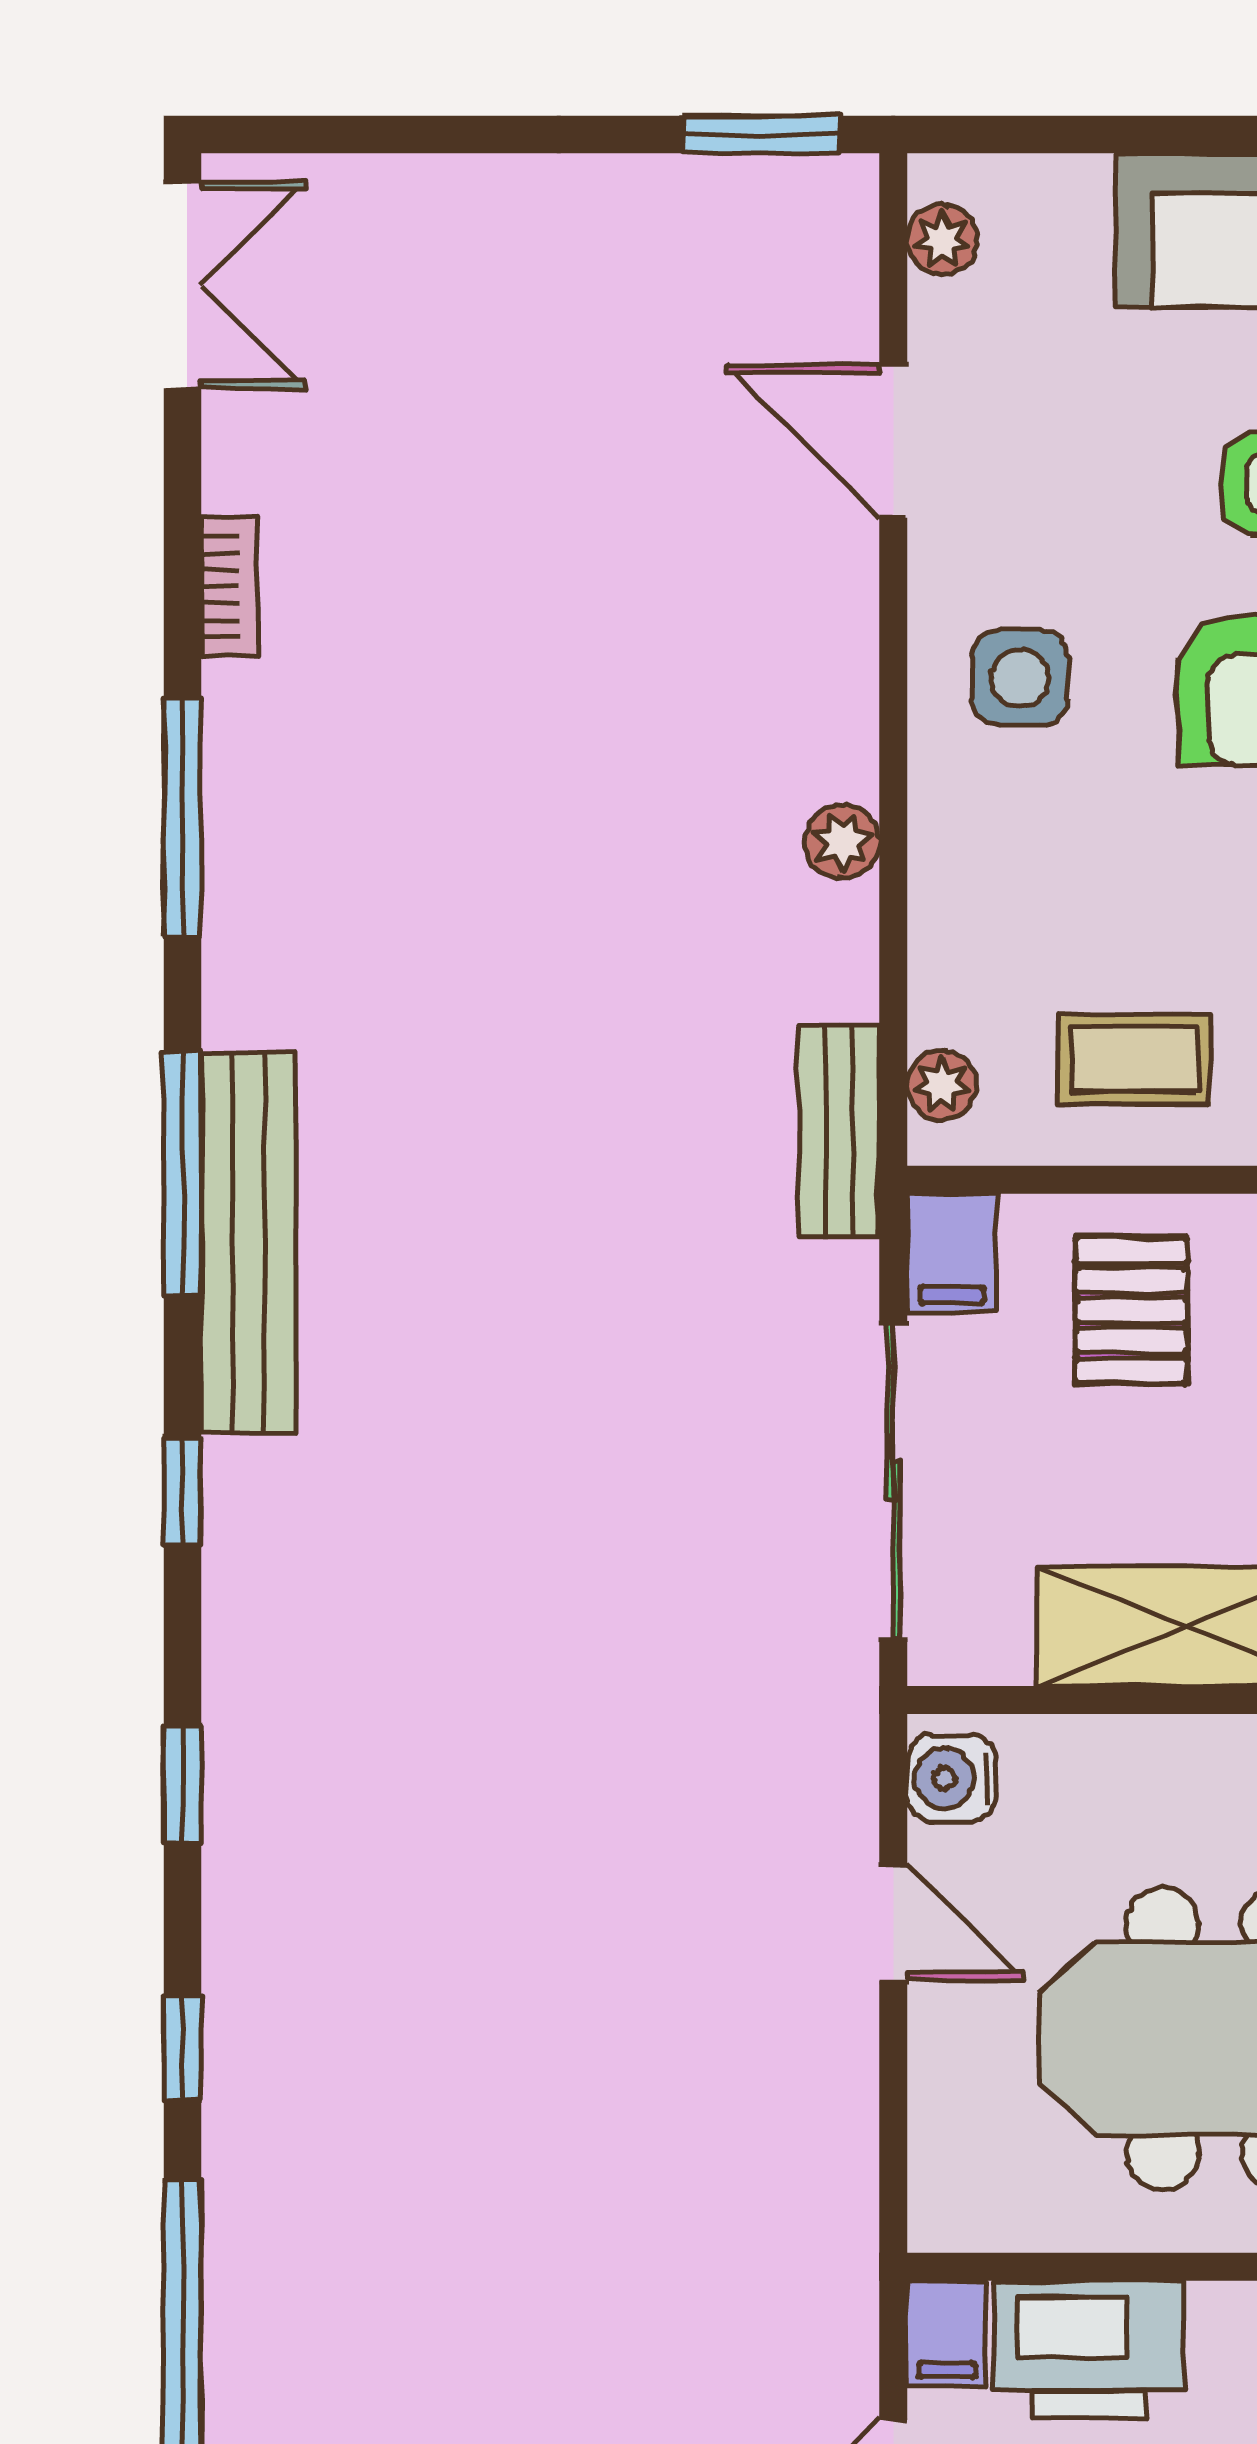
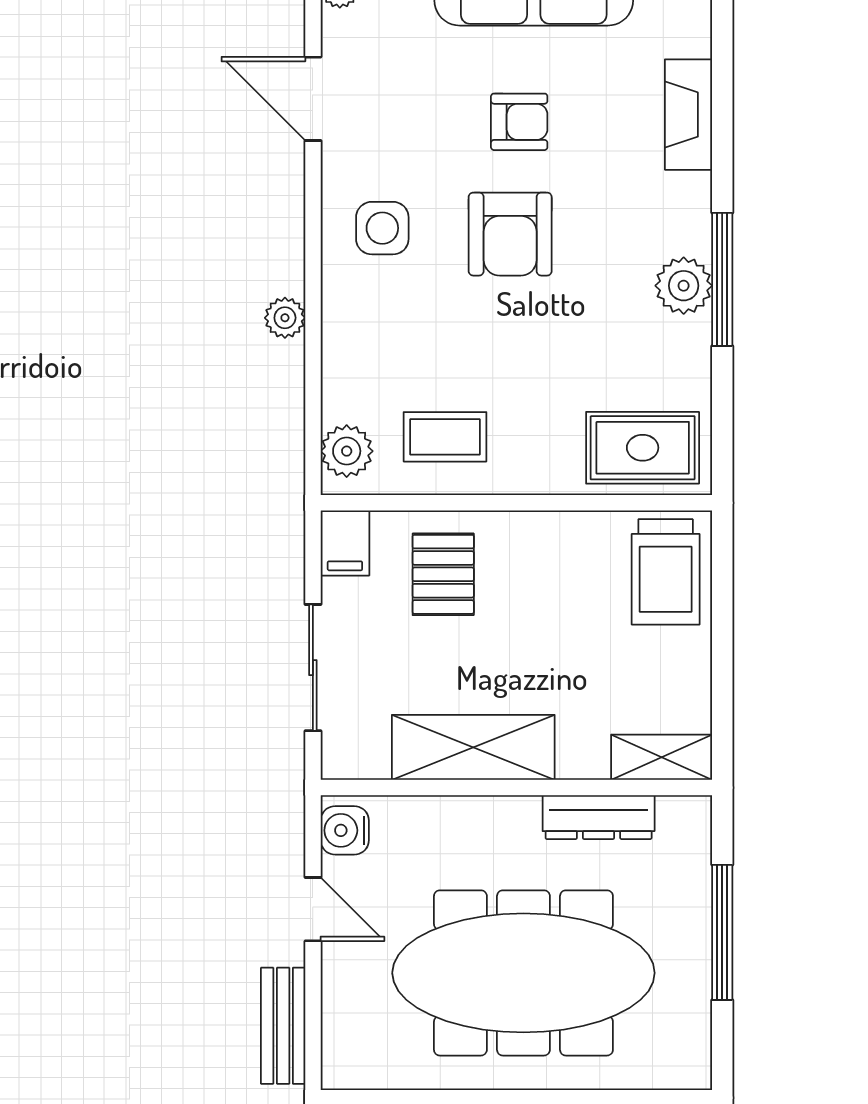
plant: (942, 1085) -> (347, 451), width x1.38, depth x1.38
bench: (839, 1131) -> (283, 1026), moved
sliding door: (893, 1481) -> (313, 668), width x0.73

